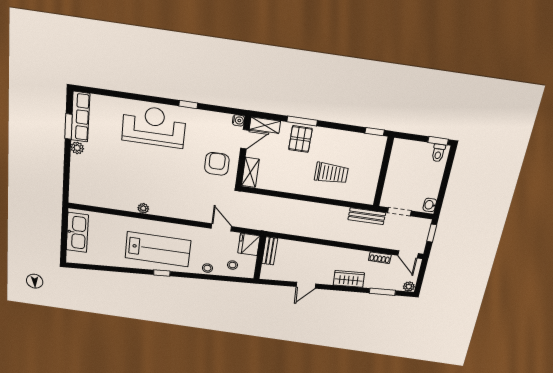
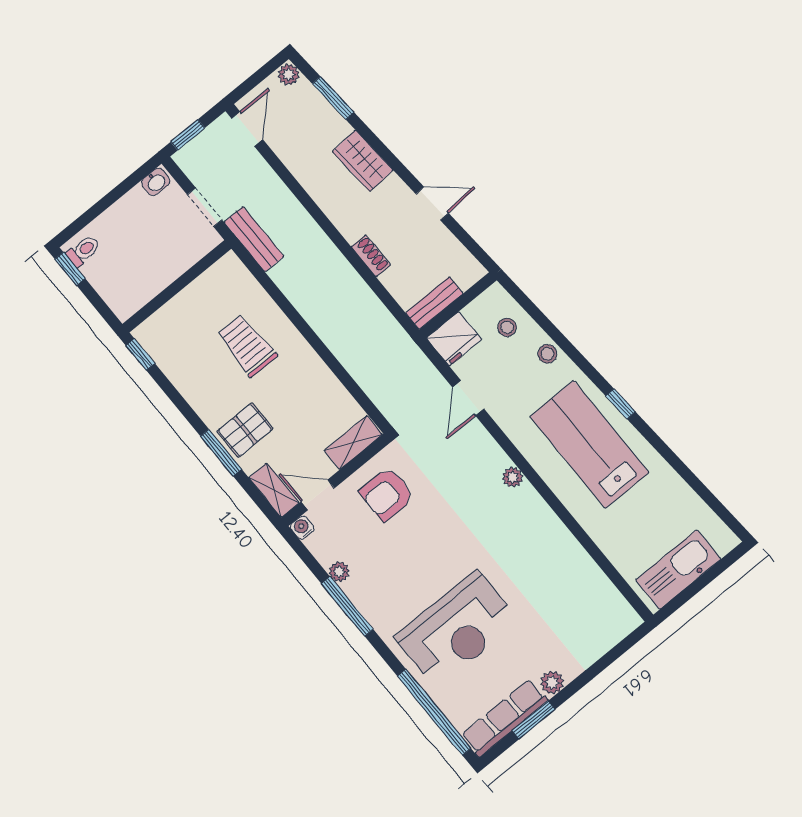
window: (110, 93) -> (434, 712), added
window: (188, 105) -> (347, 606), width x2.17
plant: (206, 116) -> (339, 572), added
reception desk: (154, 126) -> (457, 629), moved, turned -90
plant: (143, 208) -> (513, 477), moved
shoe rack: (380, 258) -> (371, 256), moved

